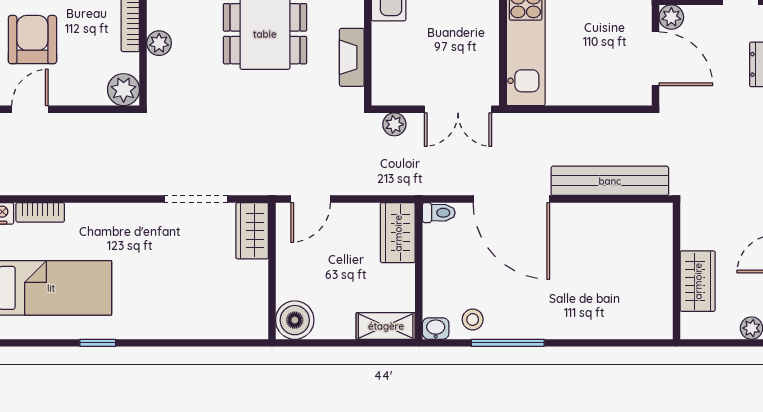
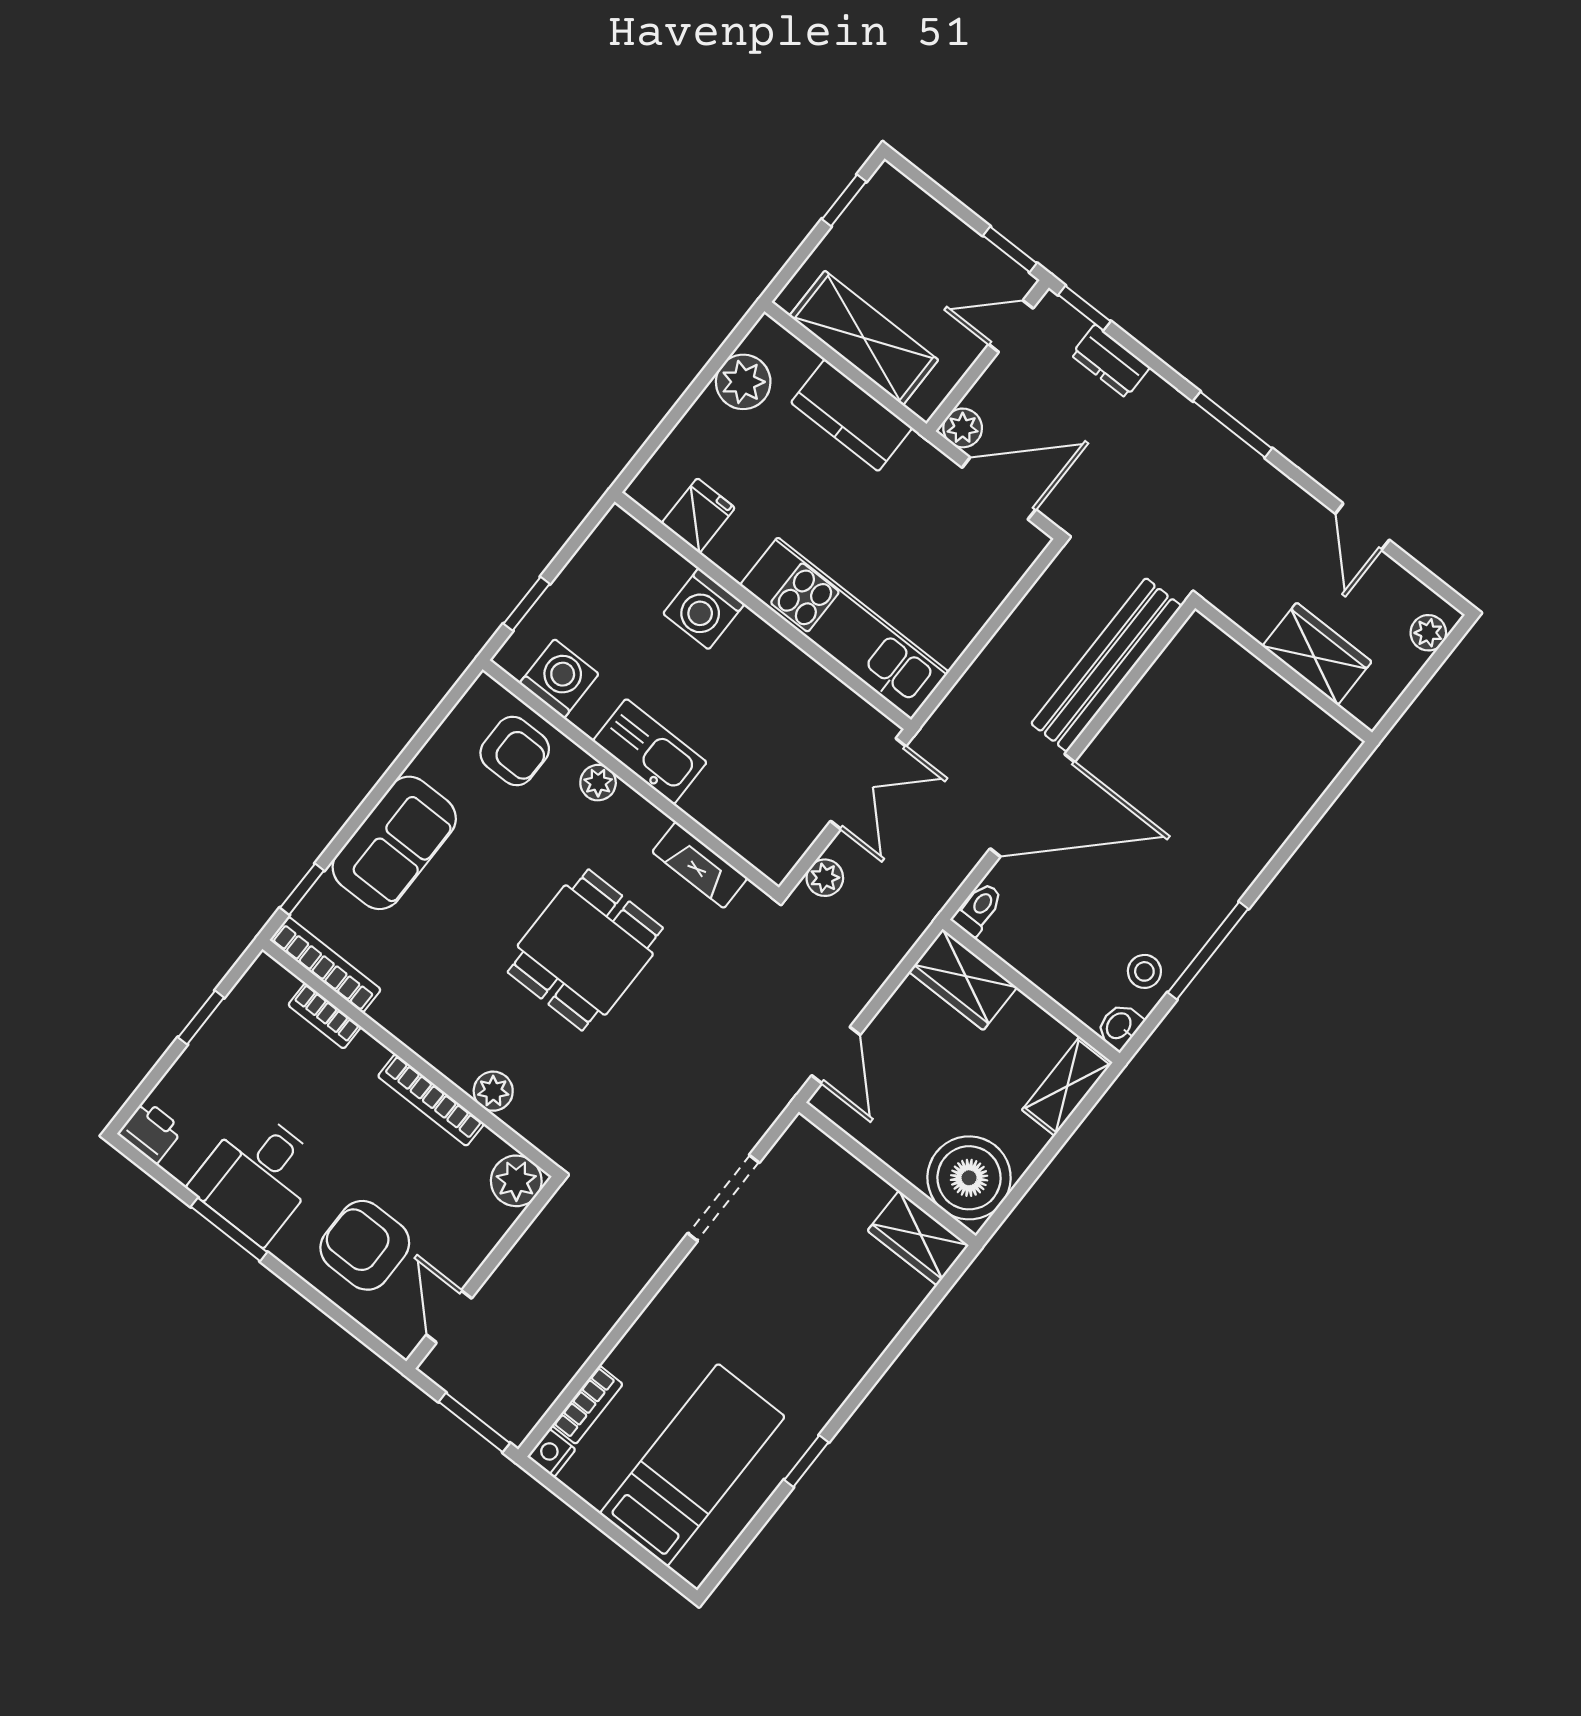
wardrobe: (252, 231) -> (918, 1238), moved
boiler: (295, 320) -> (969, 1178), width x1.37, depth x1.37

